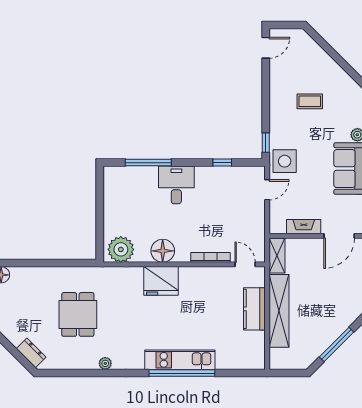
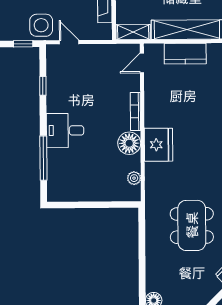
plant: (121, 249) -> (134, 178), width x0.53, depth x0.53
bookcase: (211, 257) -> (135, 111), moved
dining table: (78, 314) -> (192, 225), width x1.38

